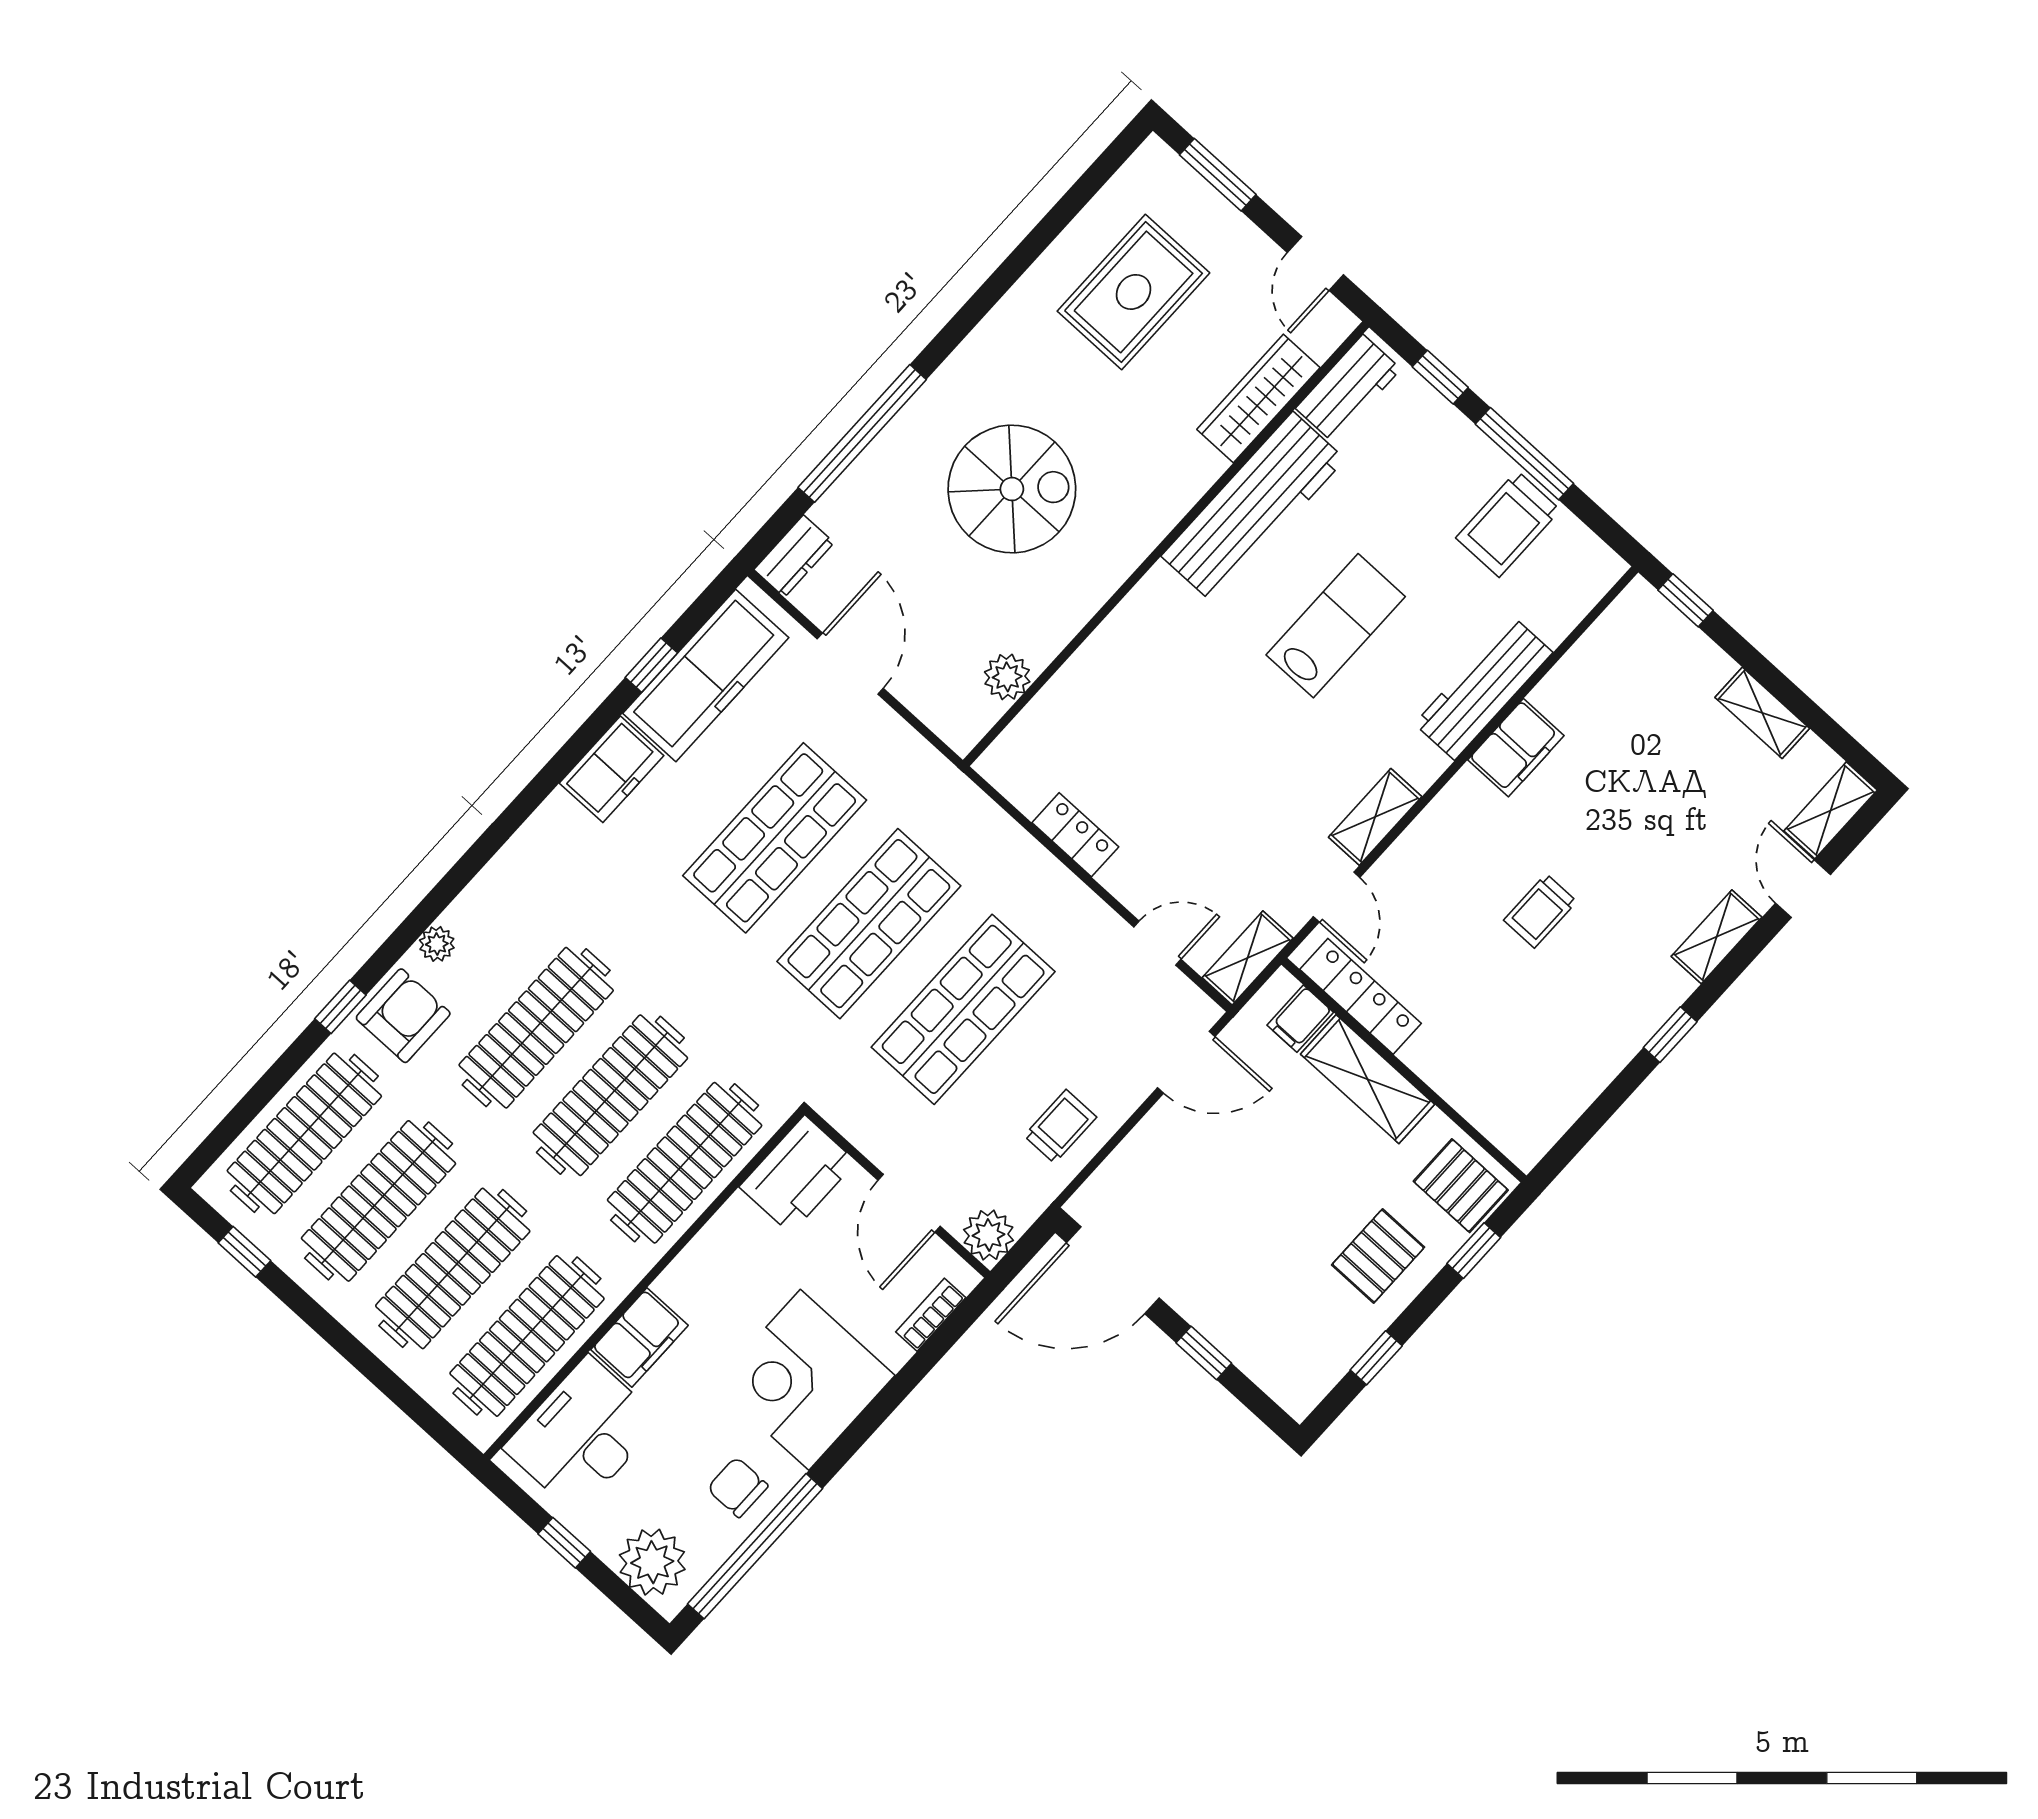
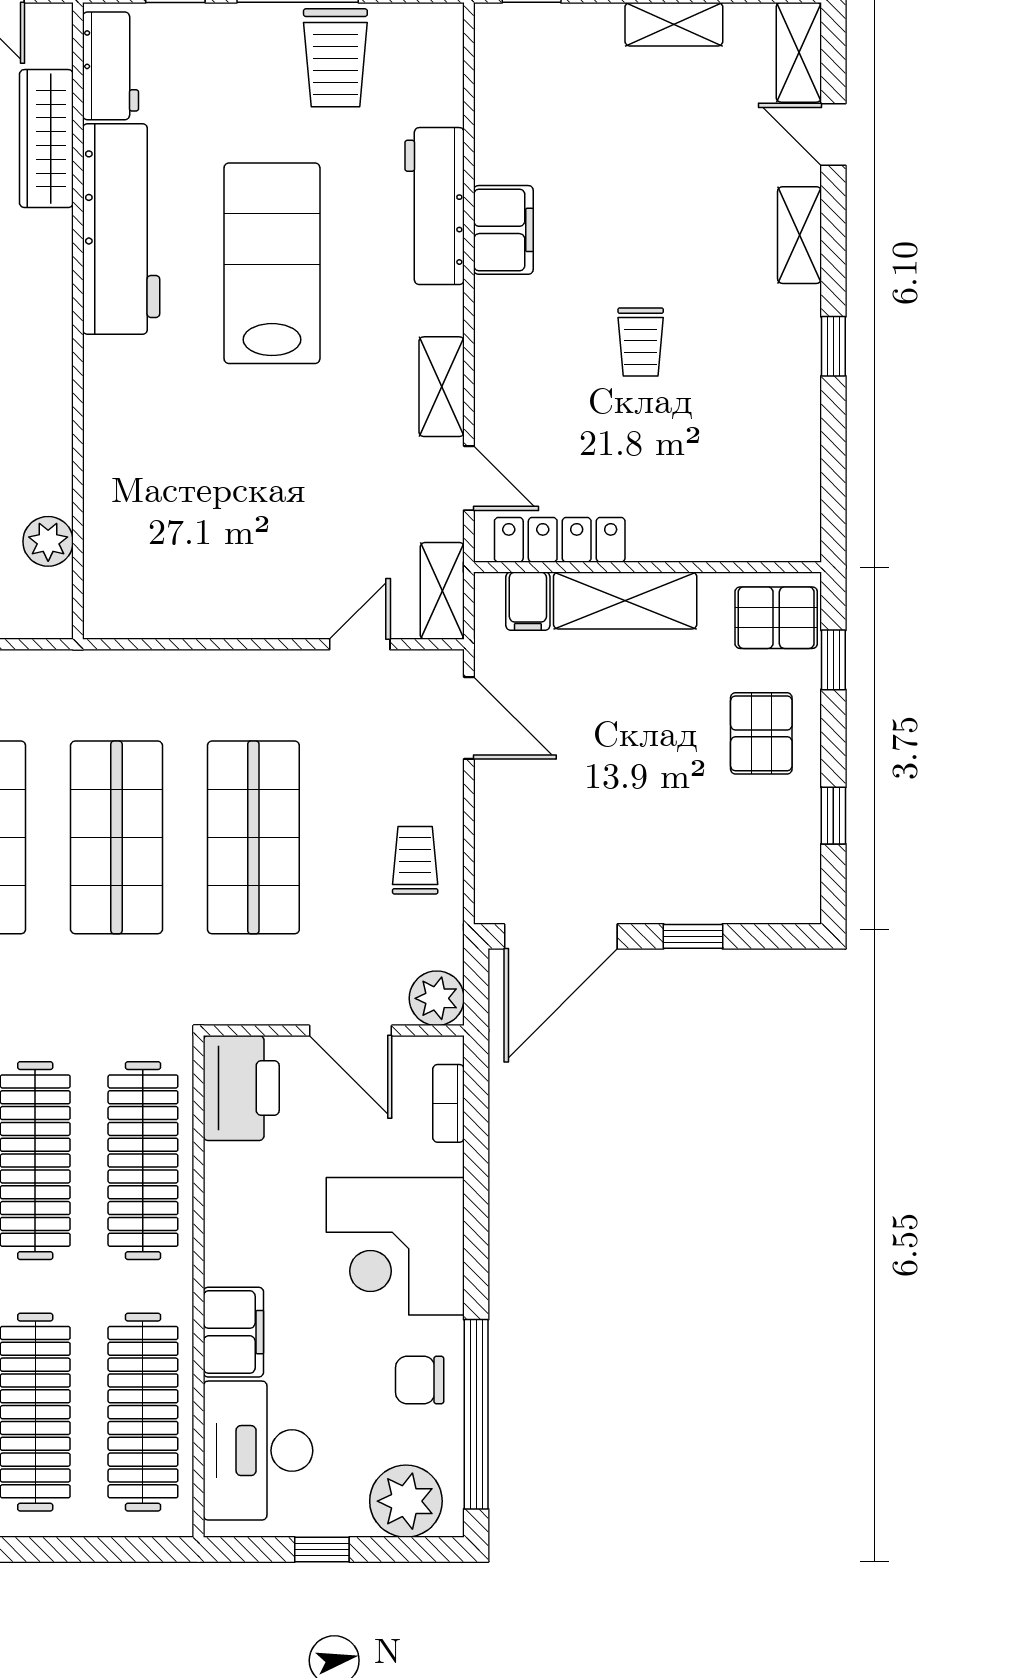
lab bench: (1336, 626) -> (272, 263), width x1.36, depth x1.39
locker: (1075, 835) -> (216, 618), removed
door: (1186, 1062) -> (469, 718), hinge flipped

